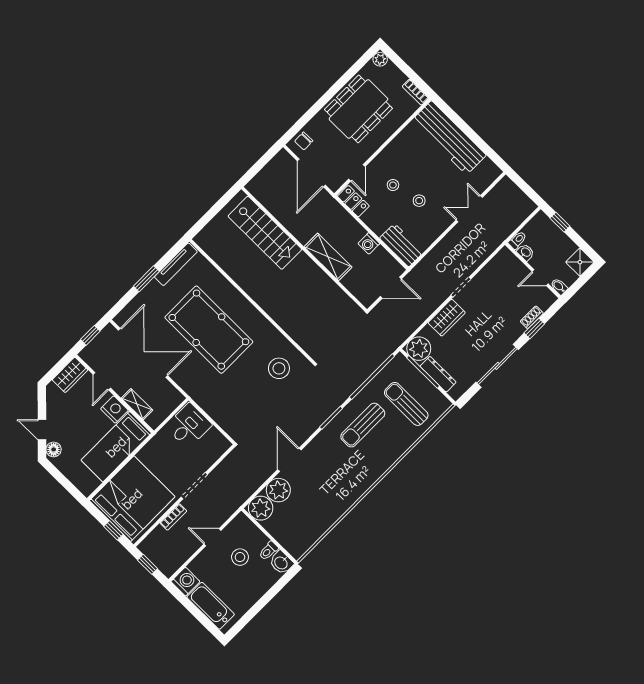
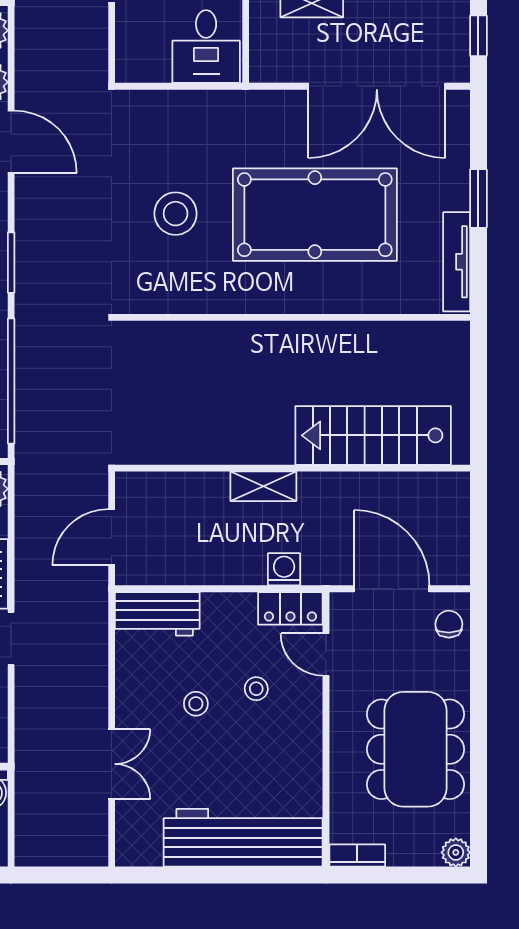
washing machine: (369, 243) -> (284, 569), moved
shelving: (328, 257) -> (263, 486), width x0.67, depth x0.75
stool: (279, 368) -> (176, 214), moved

